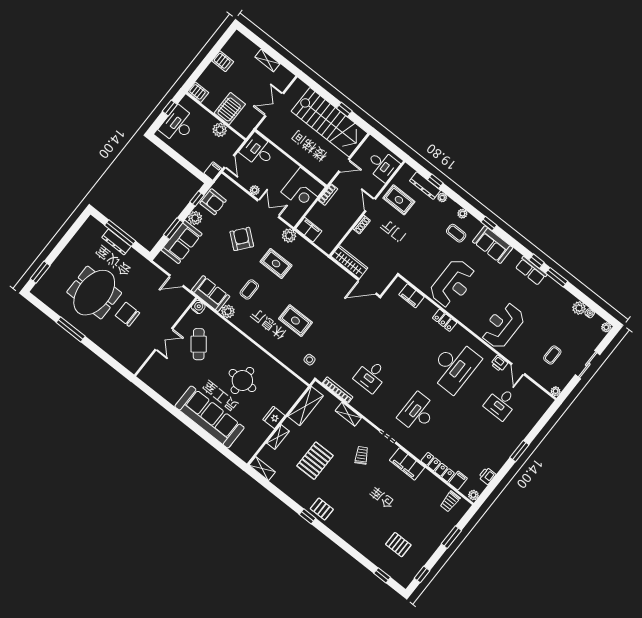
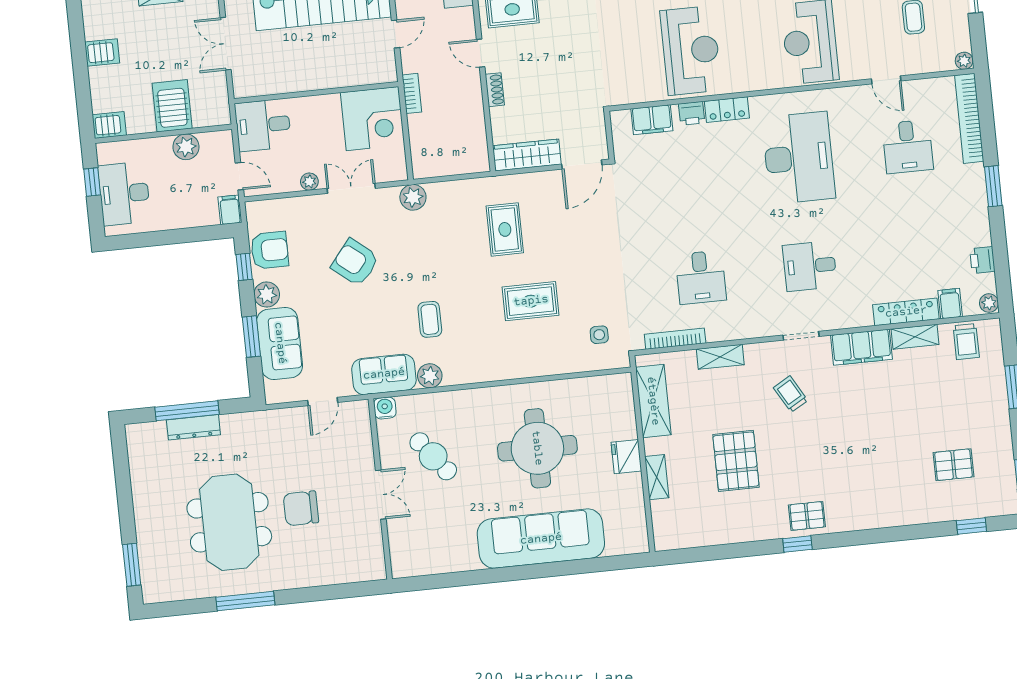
filing cabinet: (309, 230) -> (432, 164), removed
rug: (276, 264) -> (505, 229), moved, turned 90
printer: (499, 363) -> (692, 113), moved
round table: (242, 381) -> (537, 448), width x1.36, depth x1.36
desk: (418, 413) -> (810, 266), width x0.73
bookcase: (536, 416) -> (969, 118), added
shelving: (262, 469) -> (915, 337), moved

